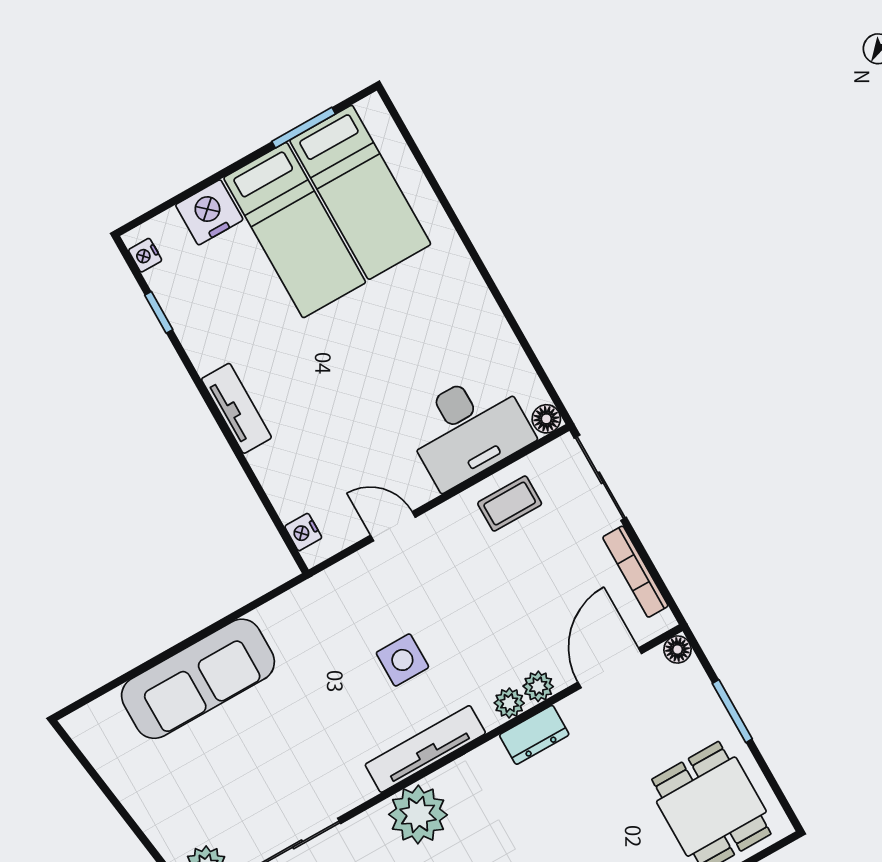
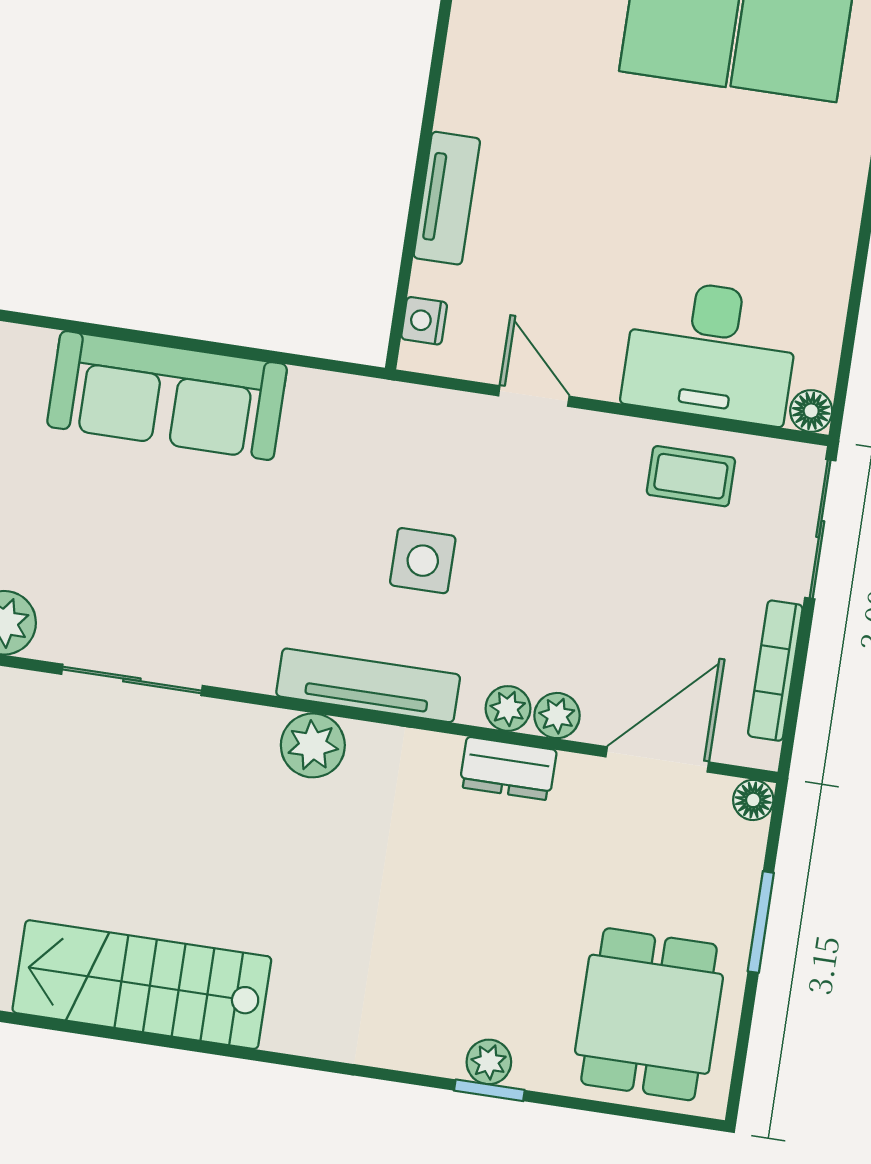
tv unit: (236, 408) -> (447, 198), moved
plant: (418, 815) -> (313, 745), width x0.73, depth x0.73

